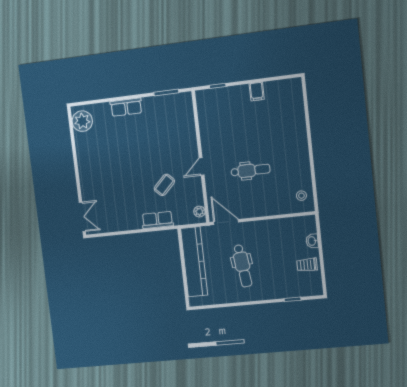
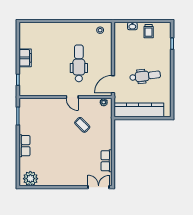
filing cabinet: (257, 91) -> (25, 58), width x2.00
dental chair: (250, 170) -> (79, 63), width x1.36, depth x1.38
row of seats: (157, 220) -> (107, 161), moved

